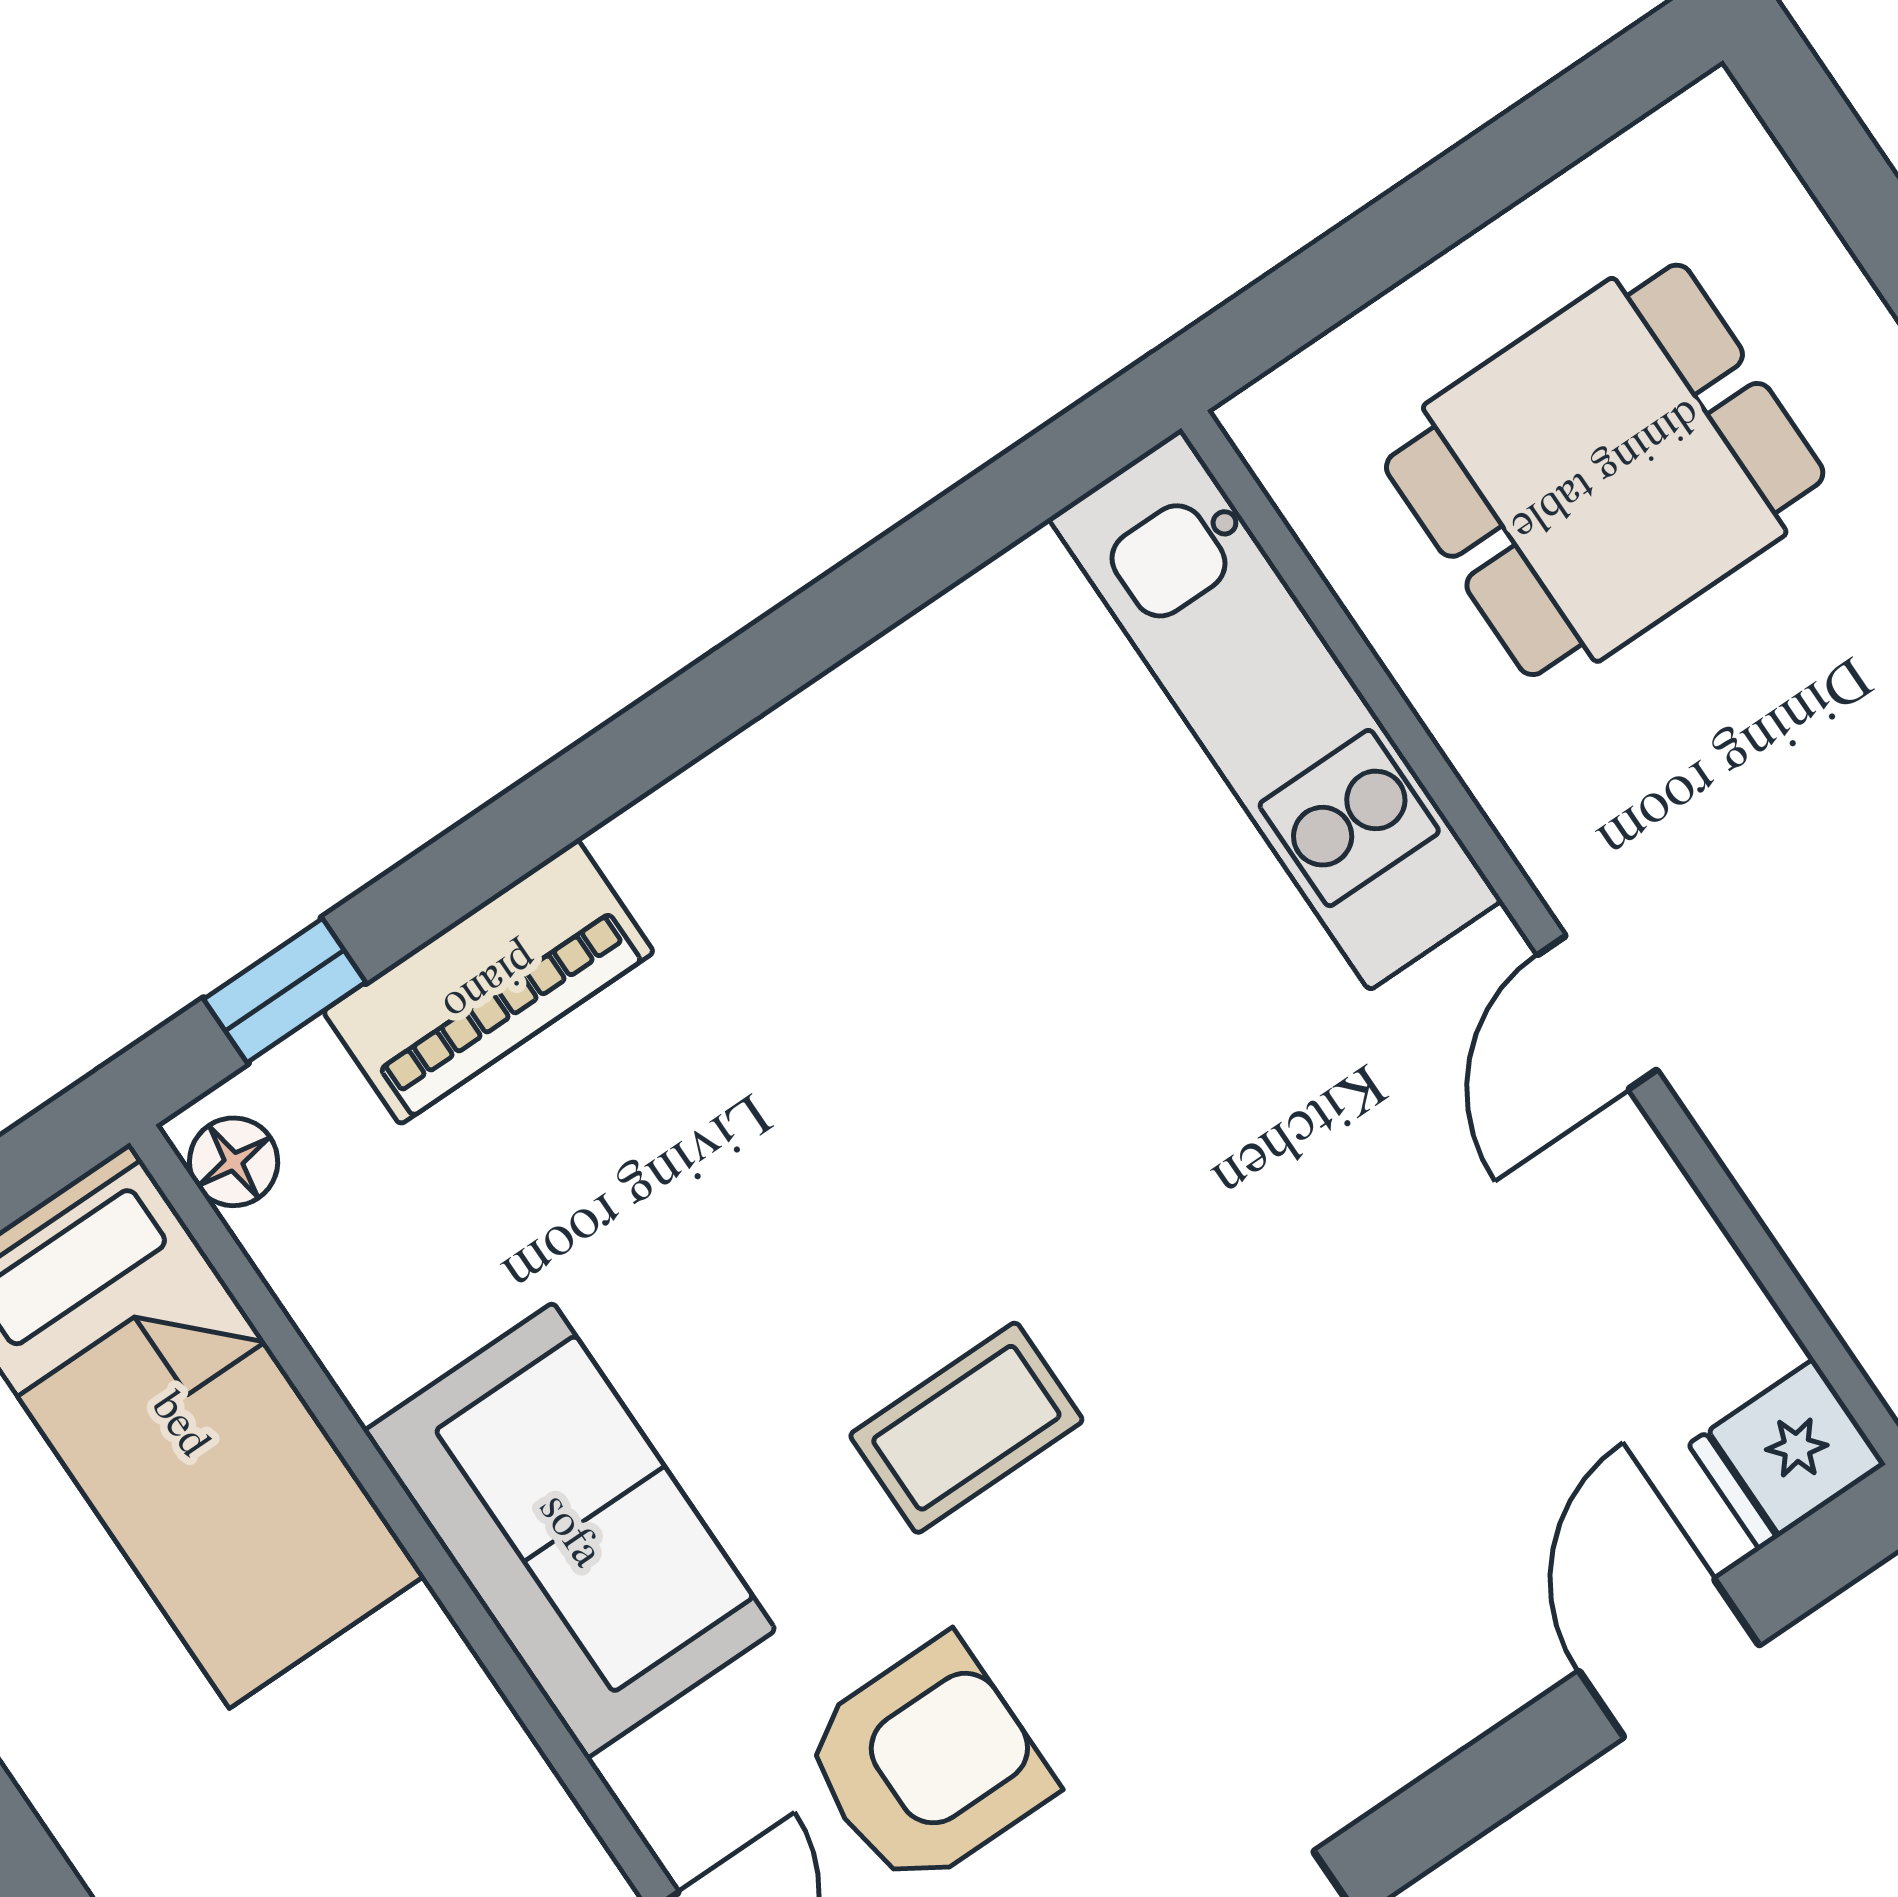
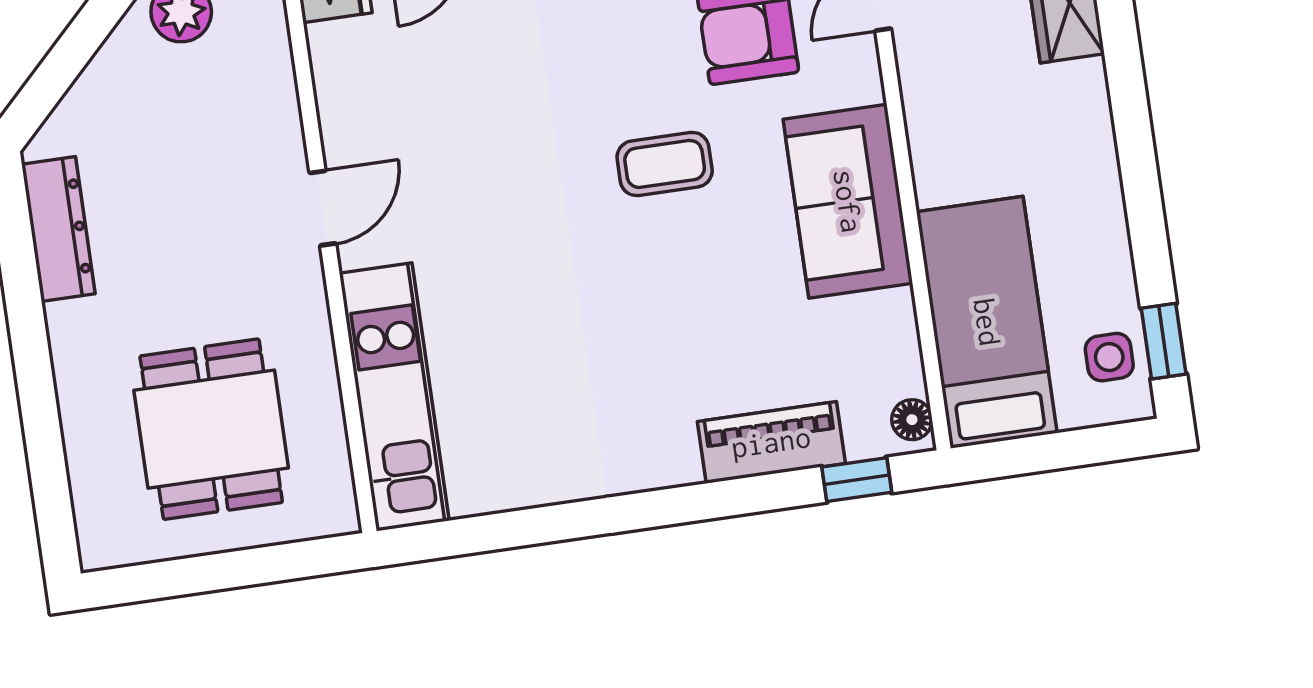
dining table: (1605, 470) -> (211, 429), turned 90

